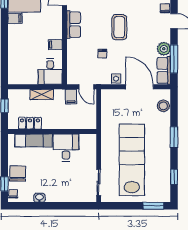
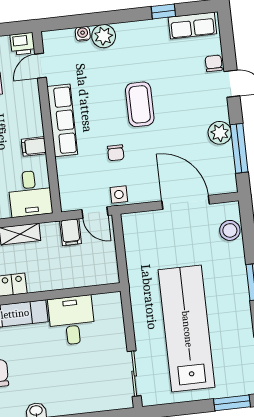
row of seats: (74, 25) -> (62, 120), width x1.48
row of seats: (164, 70) -> (224, 170), removed
side table: (116, 79) -> (119, 194), moved

